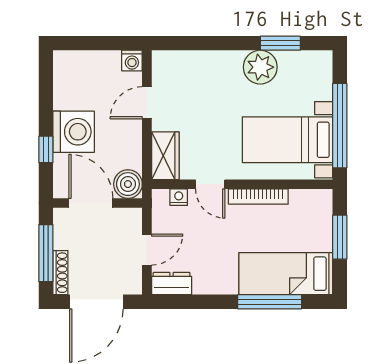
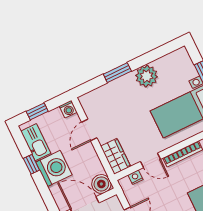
window: (88, 43) -> (37, 111), added
window: (280, 43) -> (117, 73), moved
kitchen sink: (66, 84) -> (36, 142), added
window: (46, 149) -> (31, 164), moved

